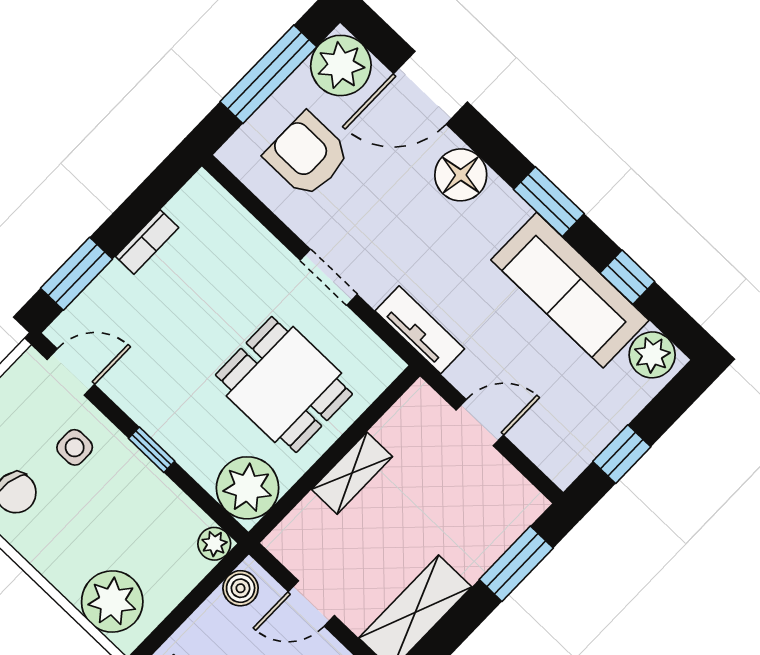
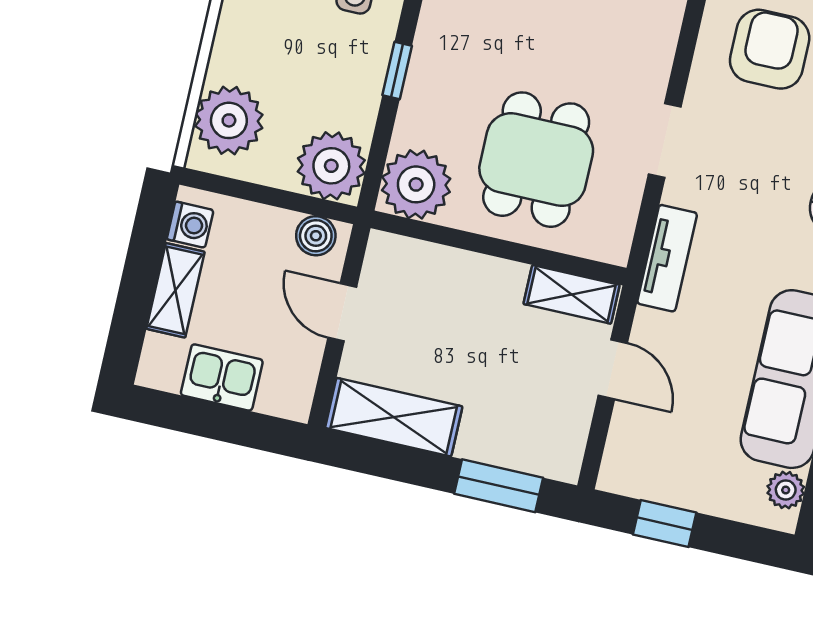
plant: (652, 355) -> (786, 490), width x0.73, depth x0.73
shelving: (352, 473) -> (572, 294), moved
plant: (214, 544) -> (331, 166), width x1.88, depth x1.88

